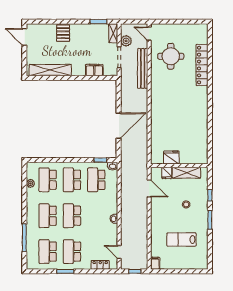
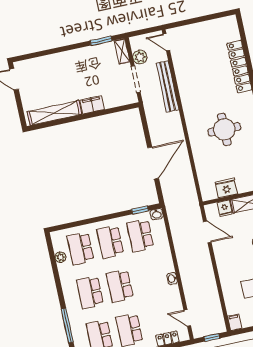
pallet: (63, 33) -> (61, 64), removed
round table: (171, 56) -> (224, 129), moved
filing cabinet: (94, 70) -> (92, 105), moved

